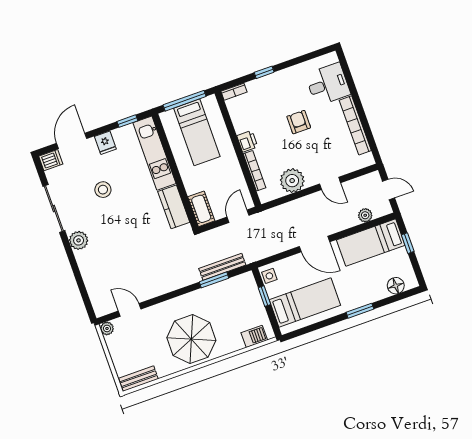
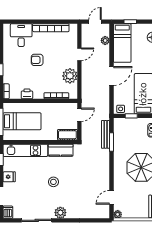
printer: (247, 141) -> (27, 94), moved
stool: (103, 190) -> (53, 182), moved
door: (238, 216) -> (79, 115), swing flipped

